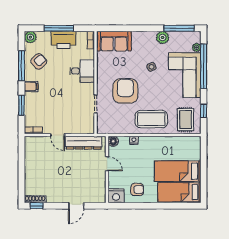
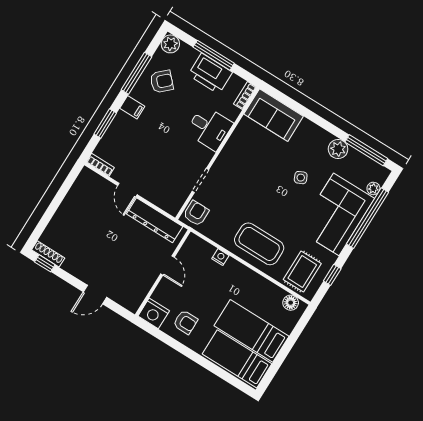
armchair: (125, 91) -> (196, 213), moved, width x0.53, depth x0.53
floor lamp: (113, 141) -> (291, 303), moved

